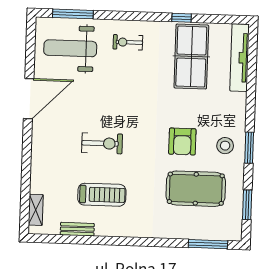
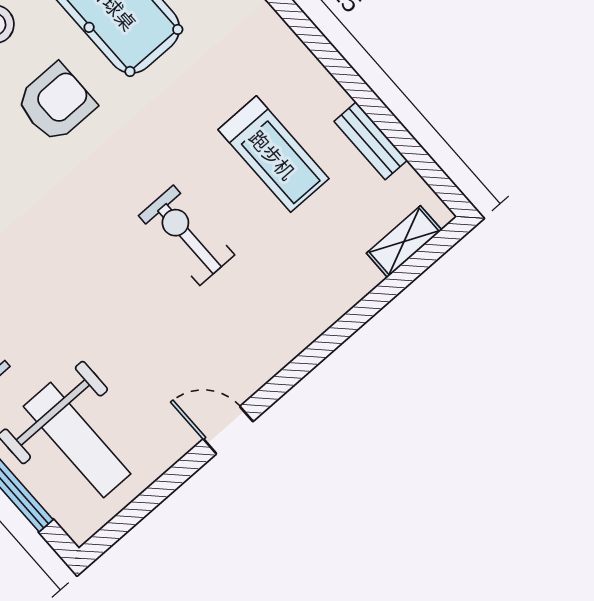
door: (29, 99) -> (228, 430), width x0.53
treadmill: (102, 195) -> (273, 154), turned 180

